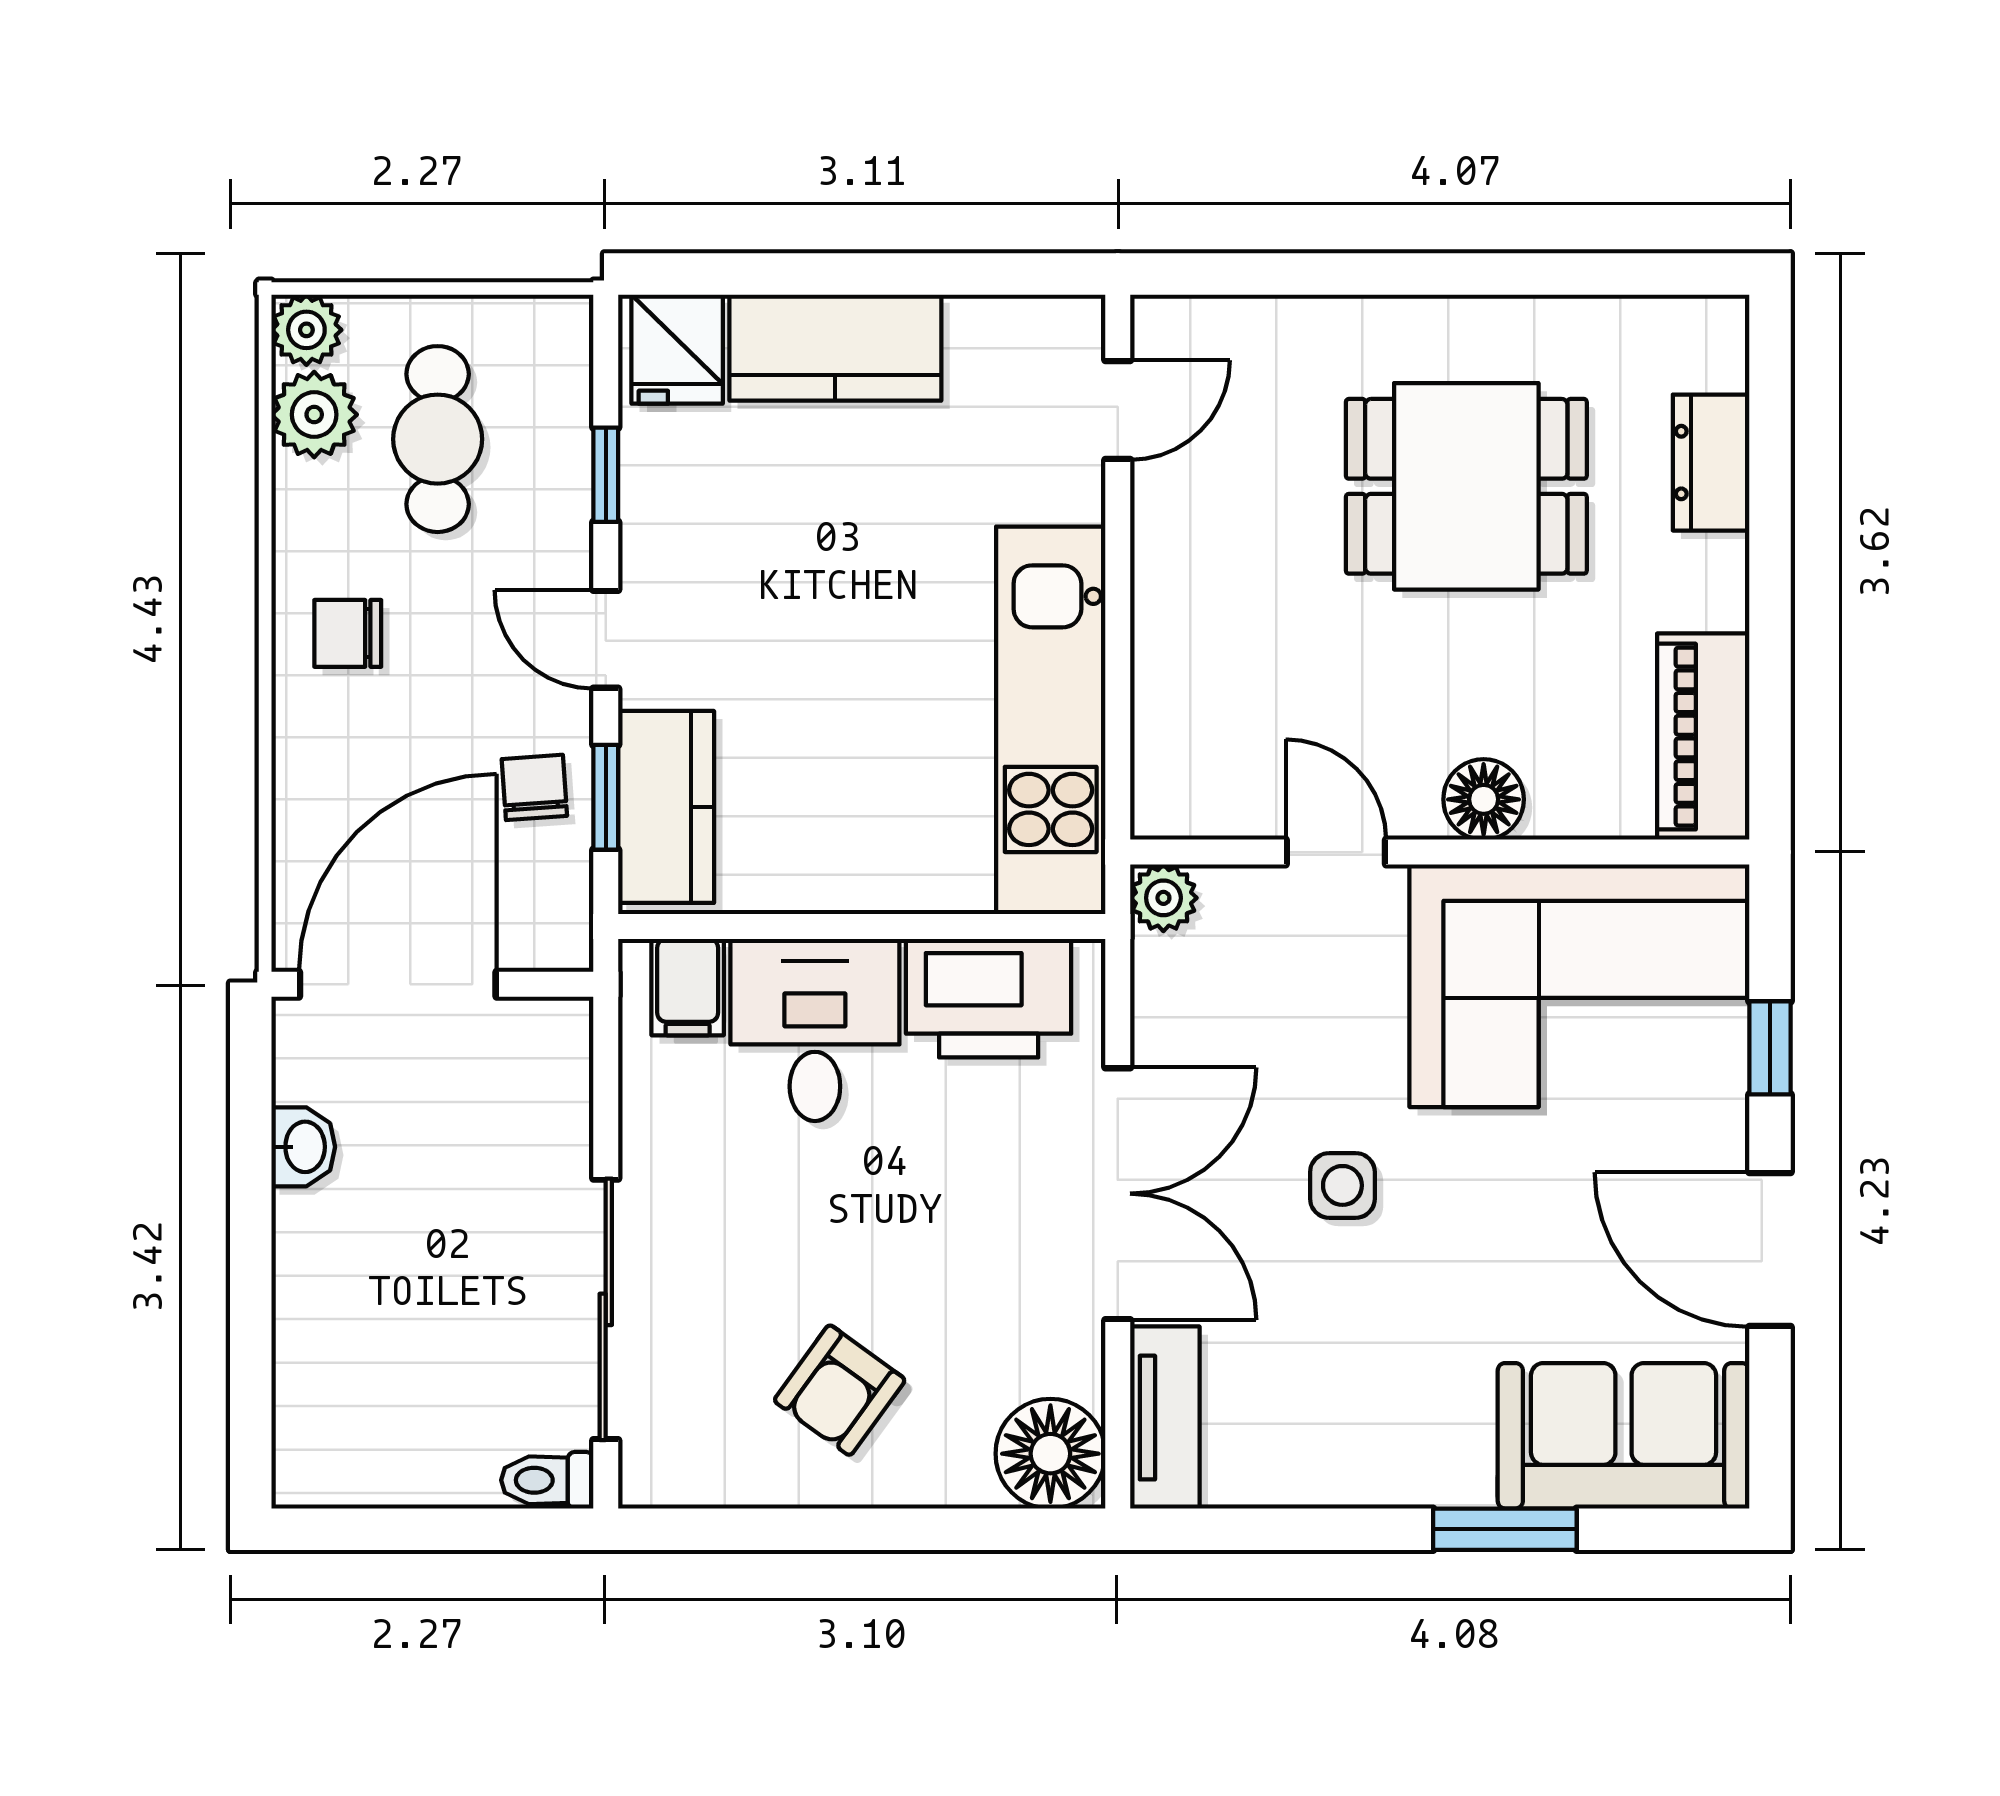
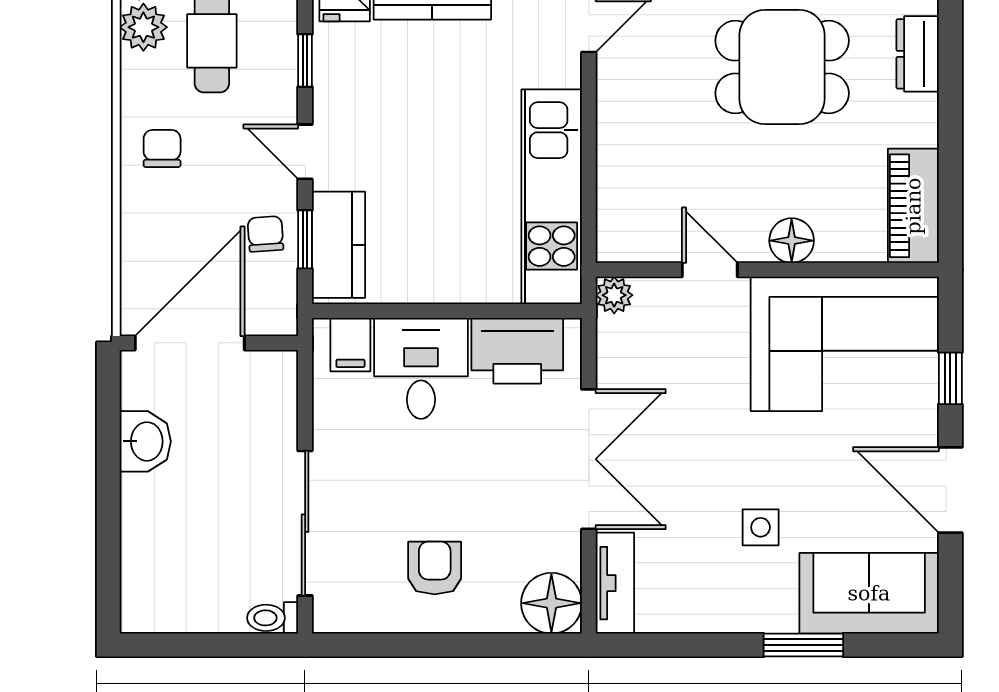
chair: (348, 633) -> (162, 149), turned 90
washbasin: (303, 1147) -> (145, 441), width x1.38, depth x1.45
side table: (1342, 1185) -> (761, 527), moved
armchair: (840, 1390) -> (435, 568), turned 144

